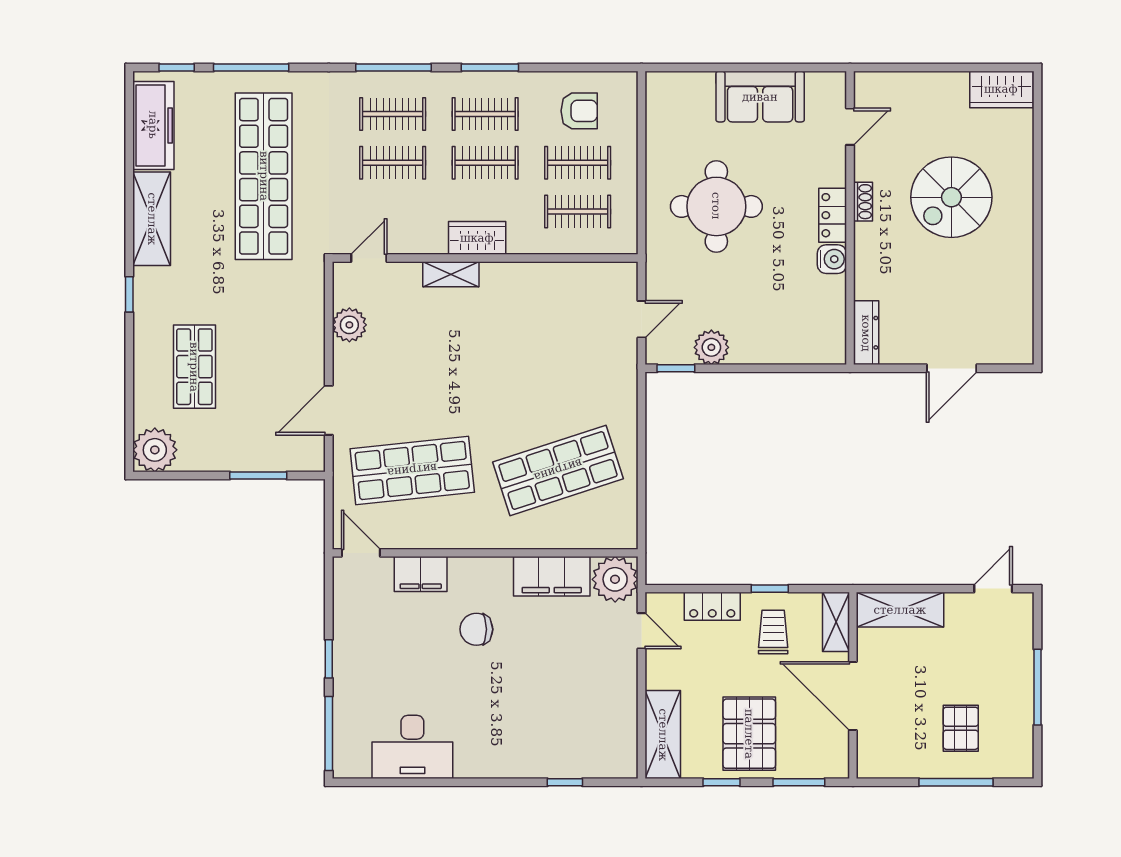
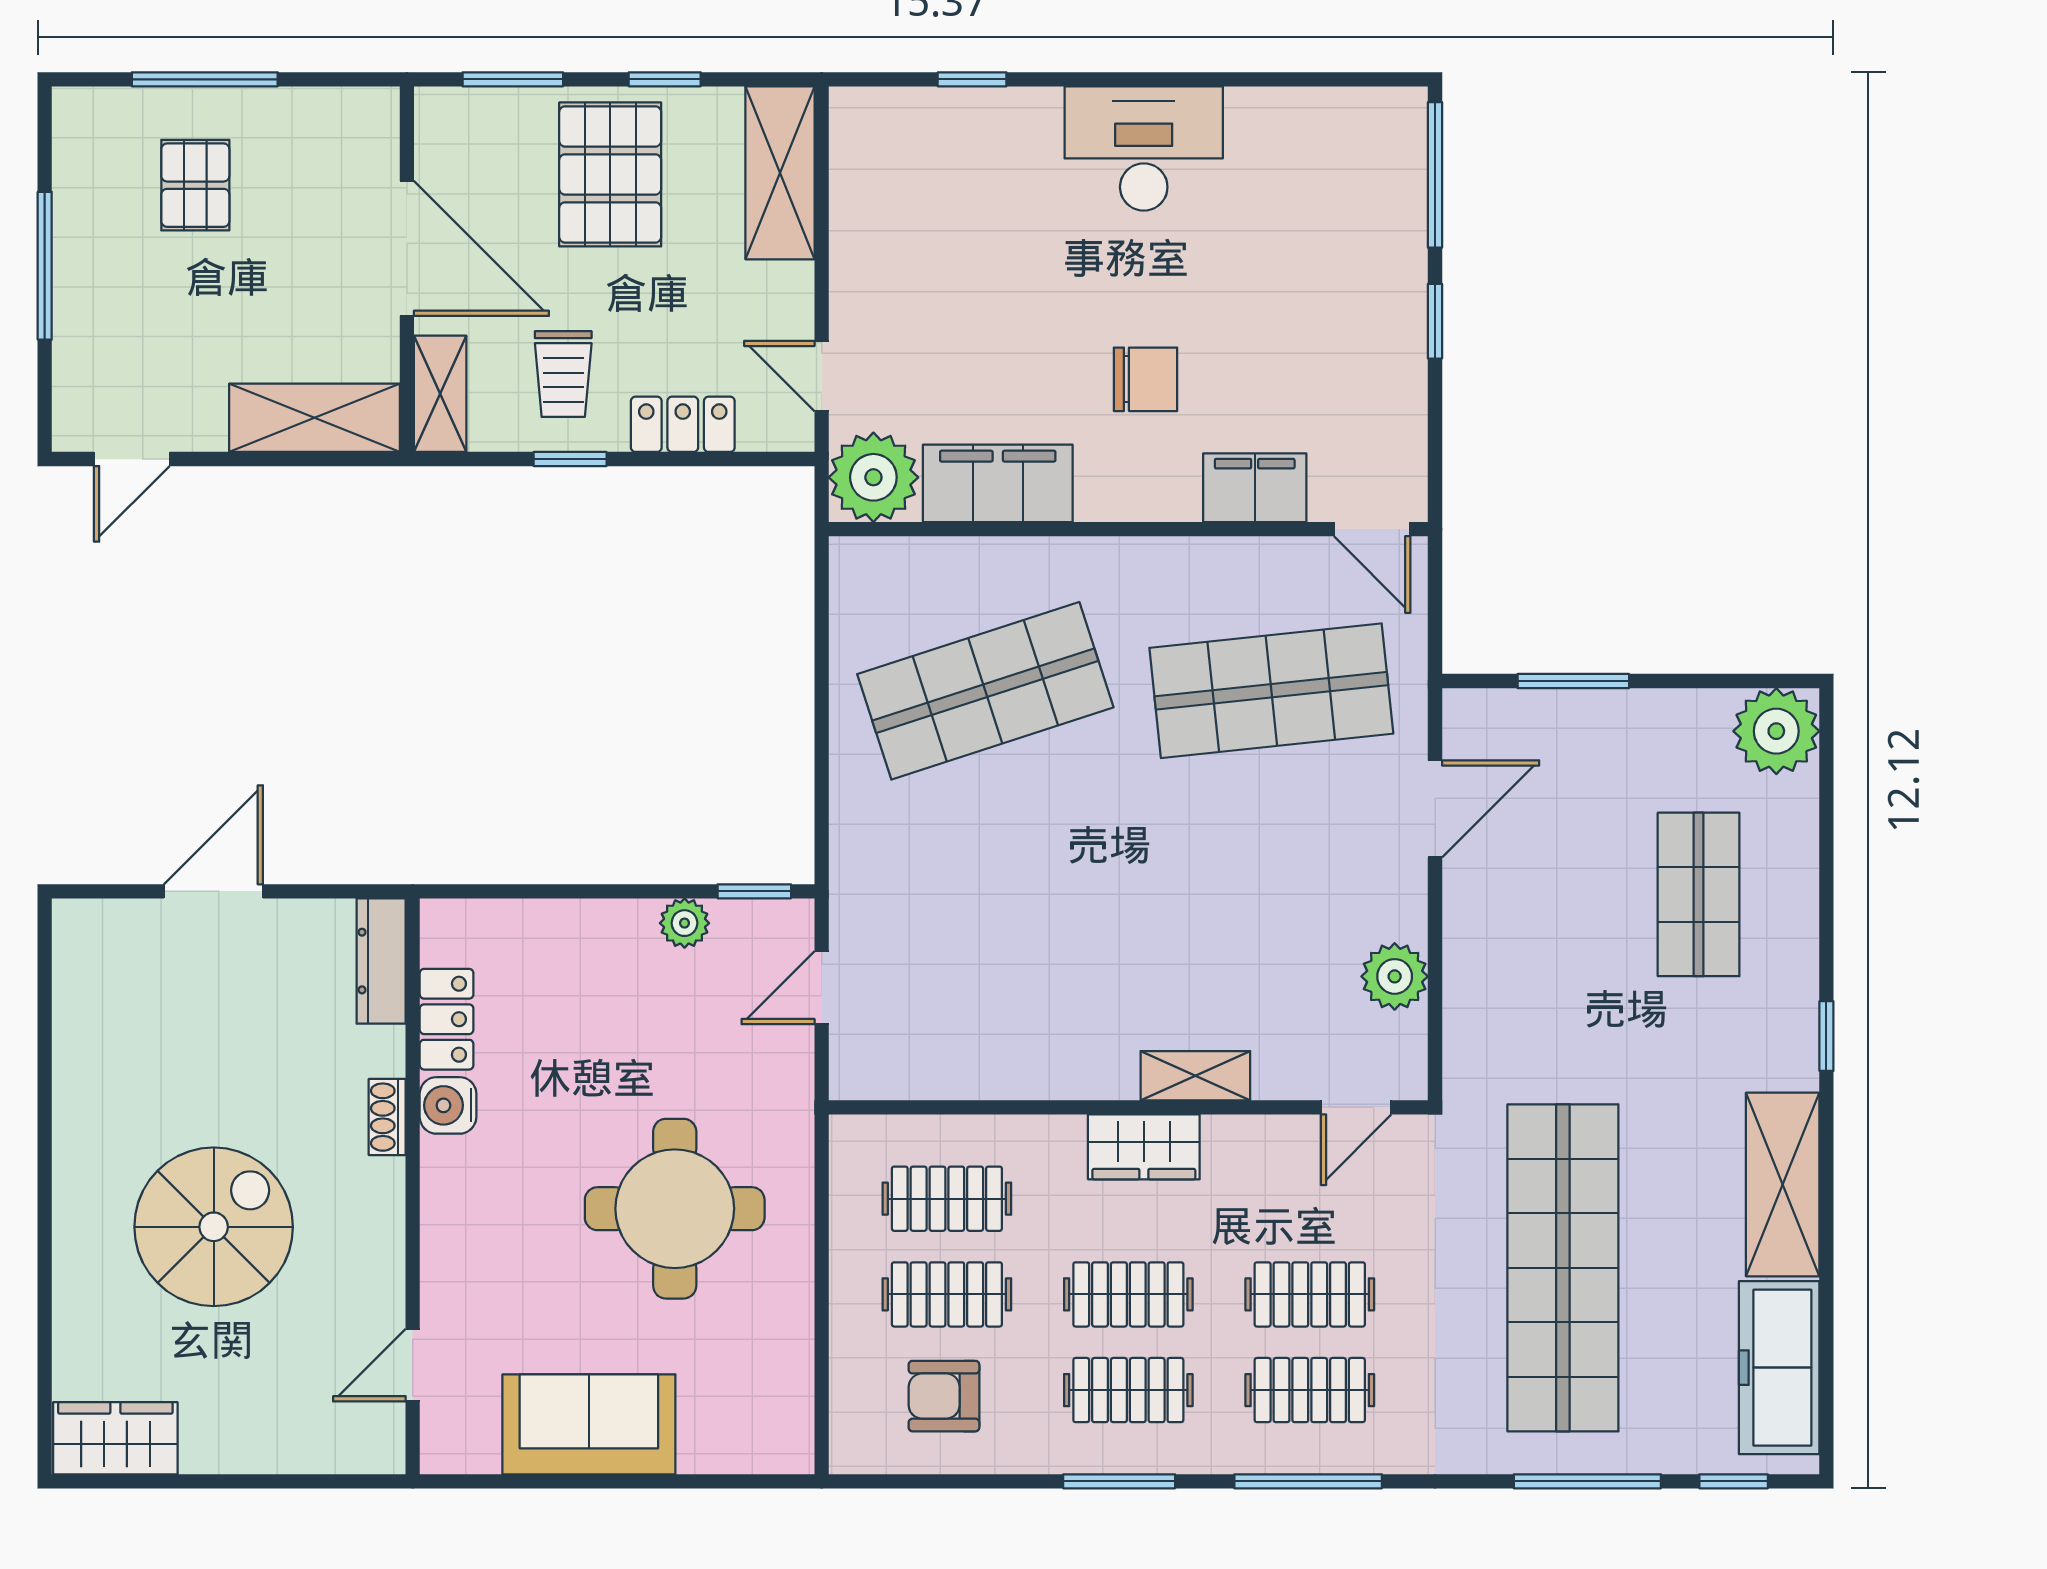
shoe rack: (863, 202) -> (387, 1117), moved
locker: (833, 215) -> (447, 1019), moved
plant: (711, 347) -> (685, 923), width x0.73, depth x0.73
desk: (412, 747) -> (1144, 148), moved

